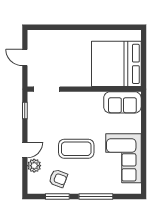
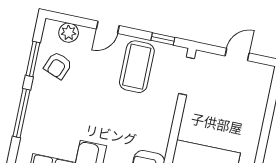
coffee table: (76, 149) -> (137, 67), moved
door: (25, 150) -> (108, 27), hinge flipped
plant: (34, 166) -> (69, 33), moved

